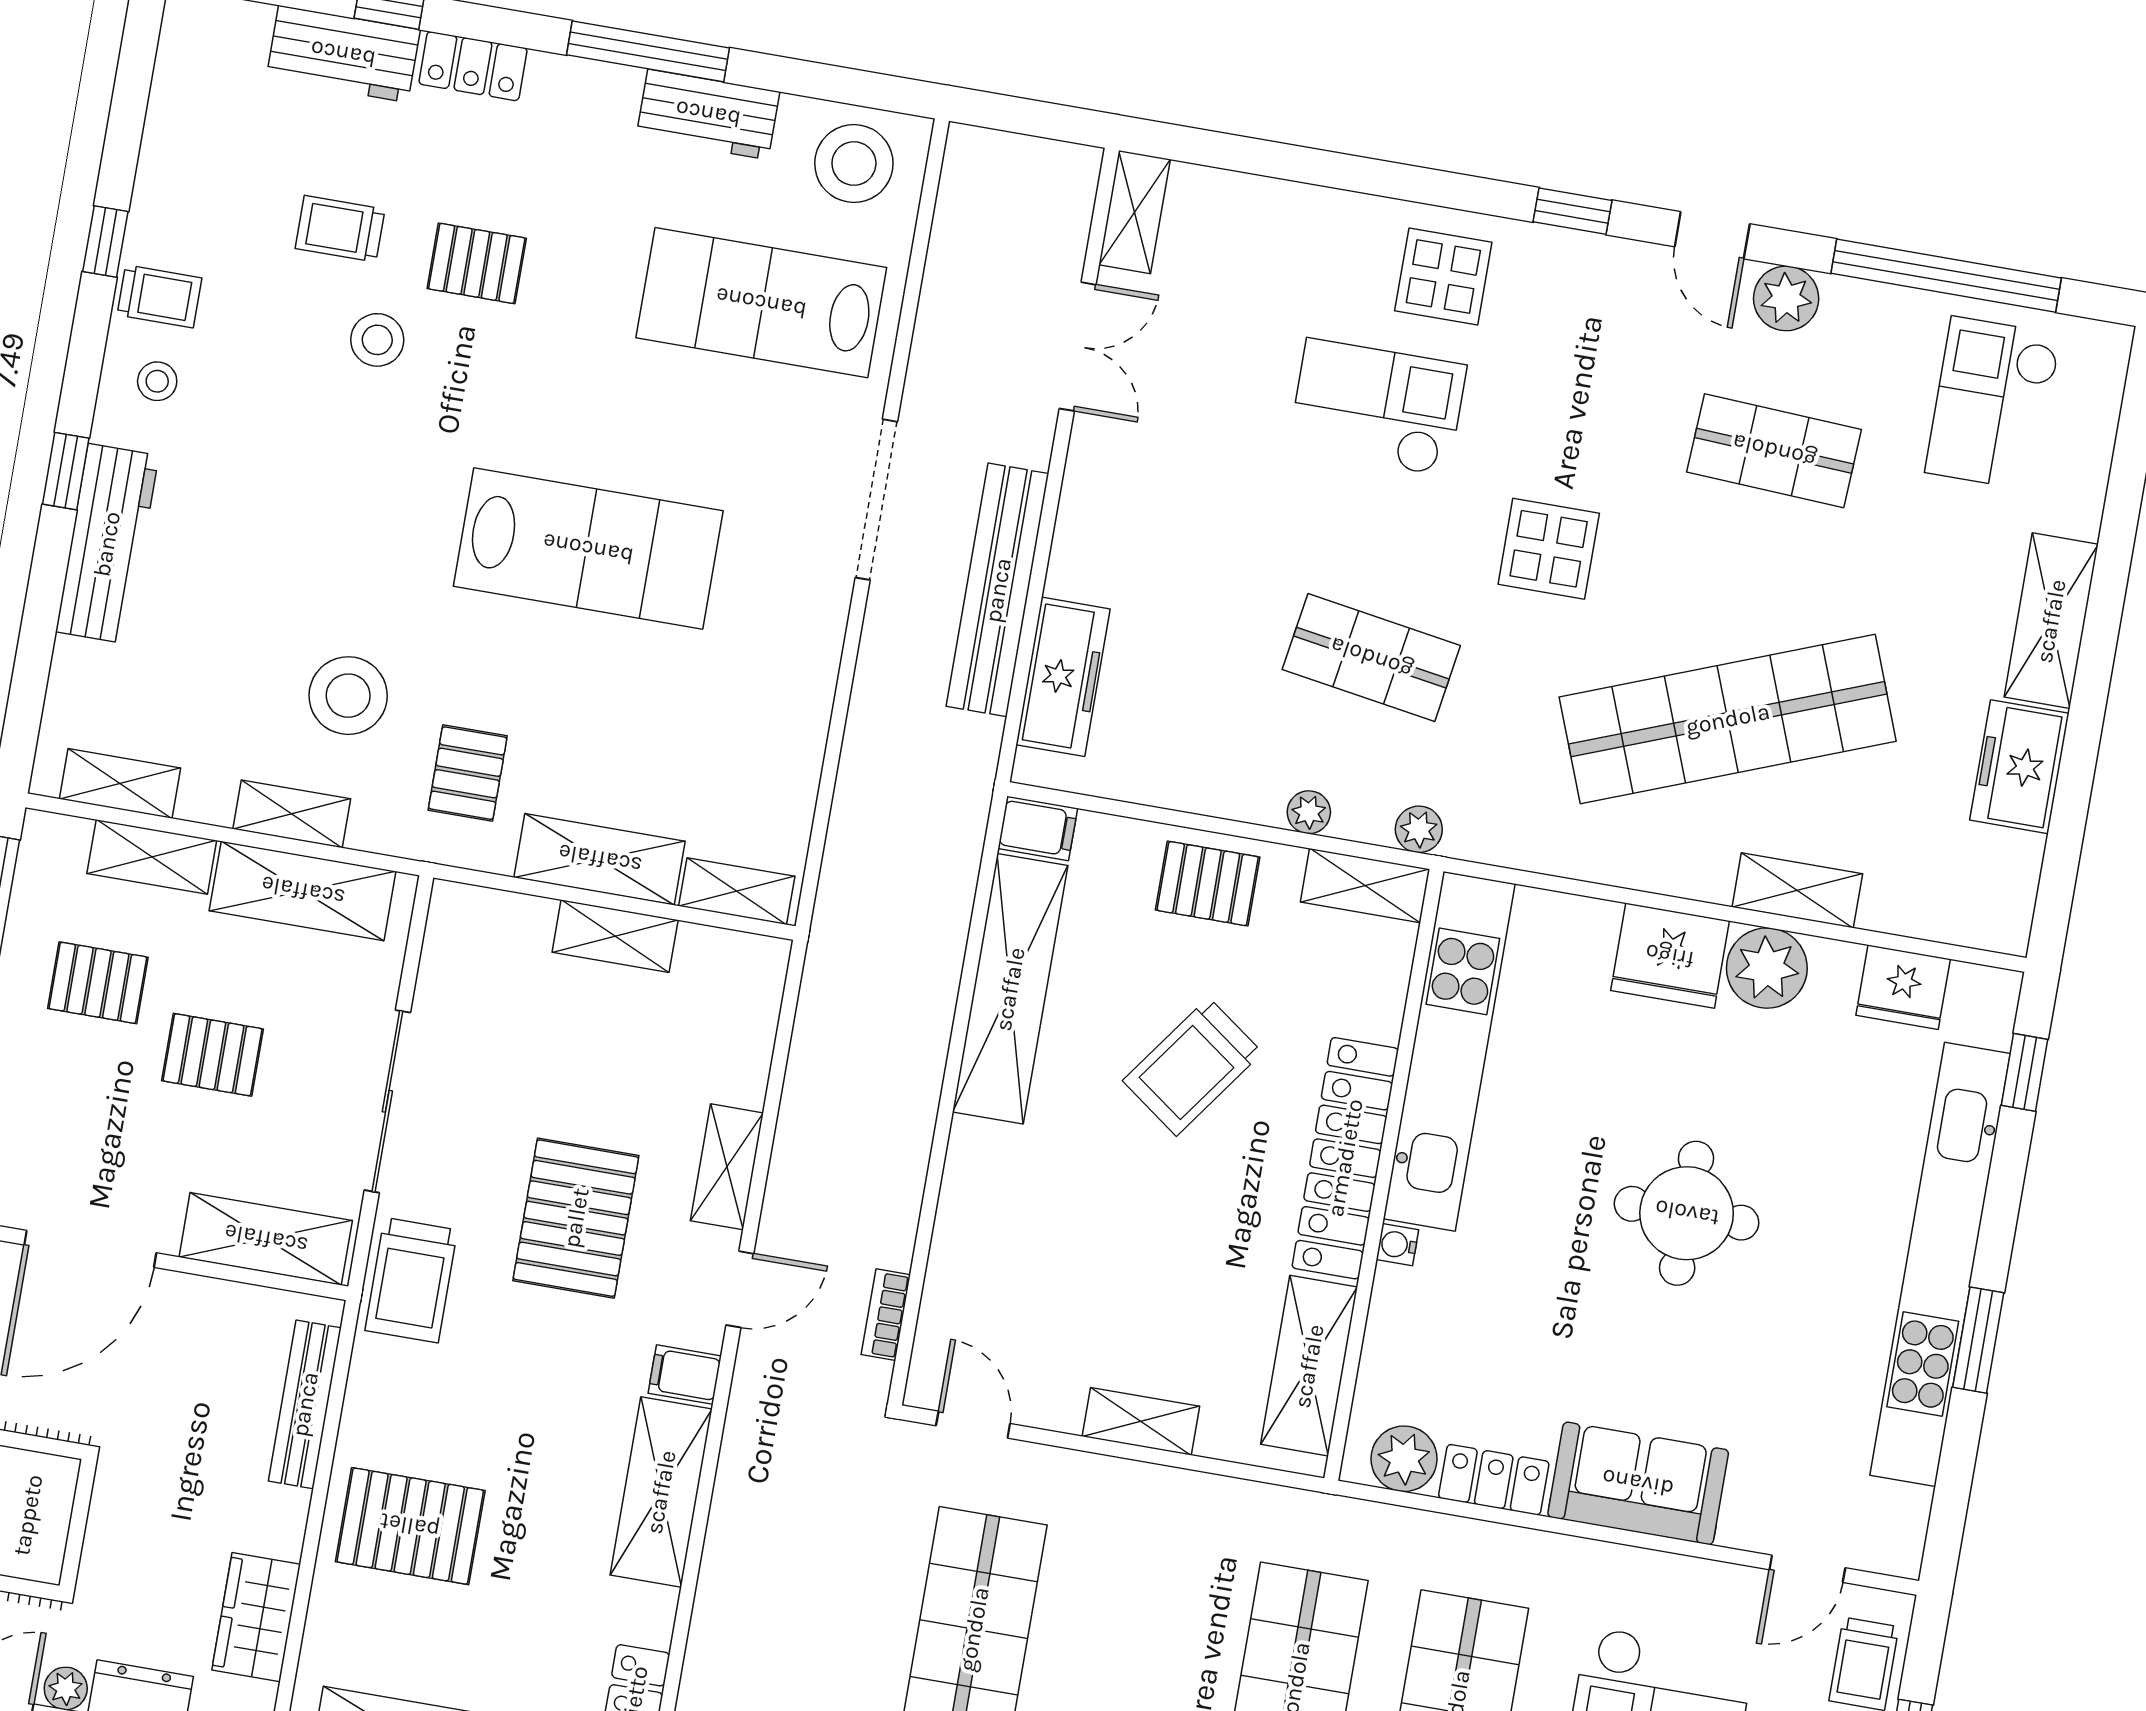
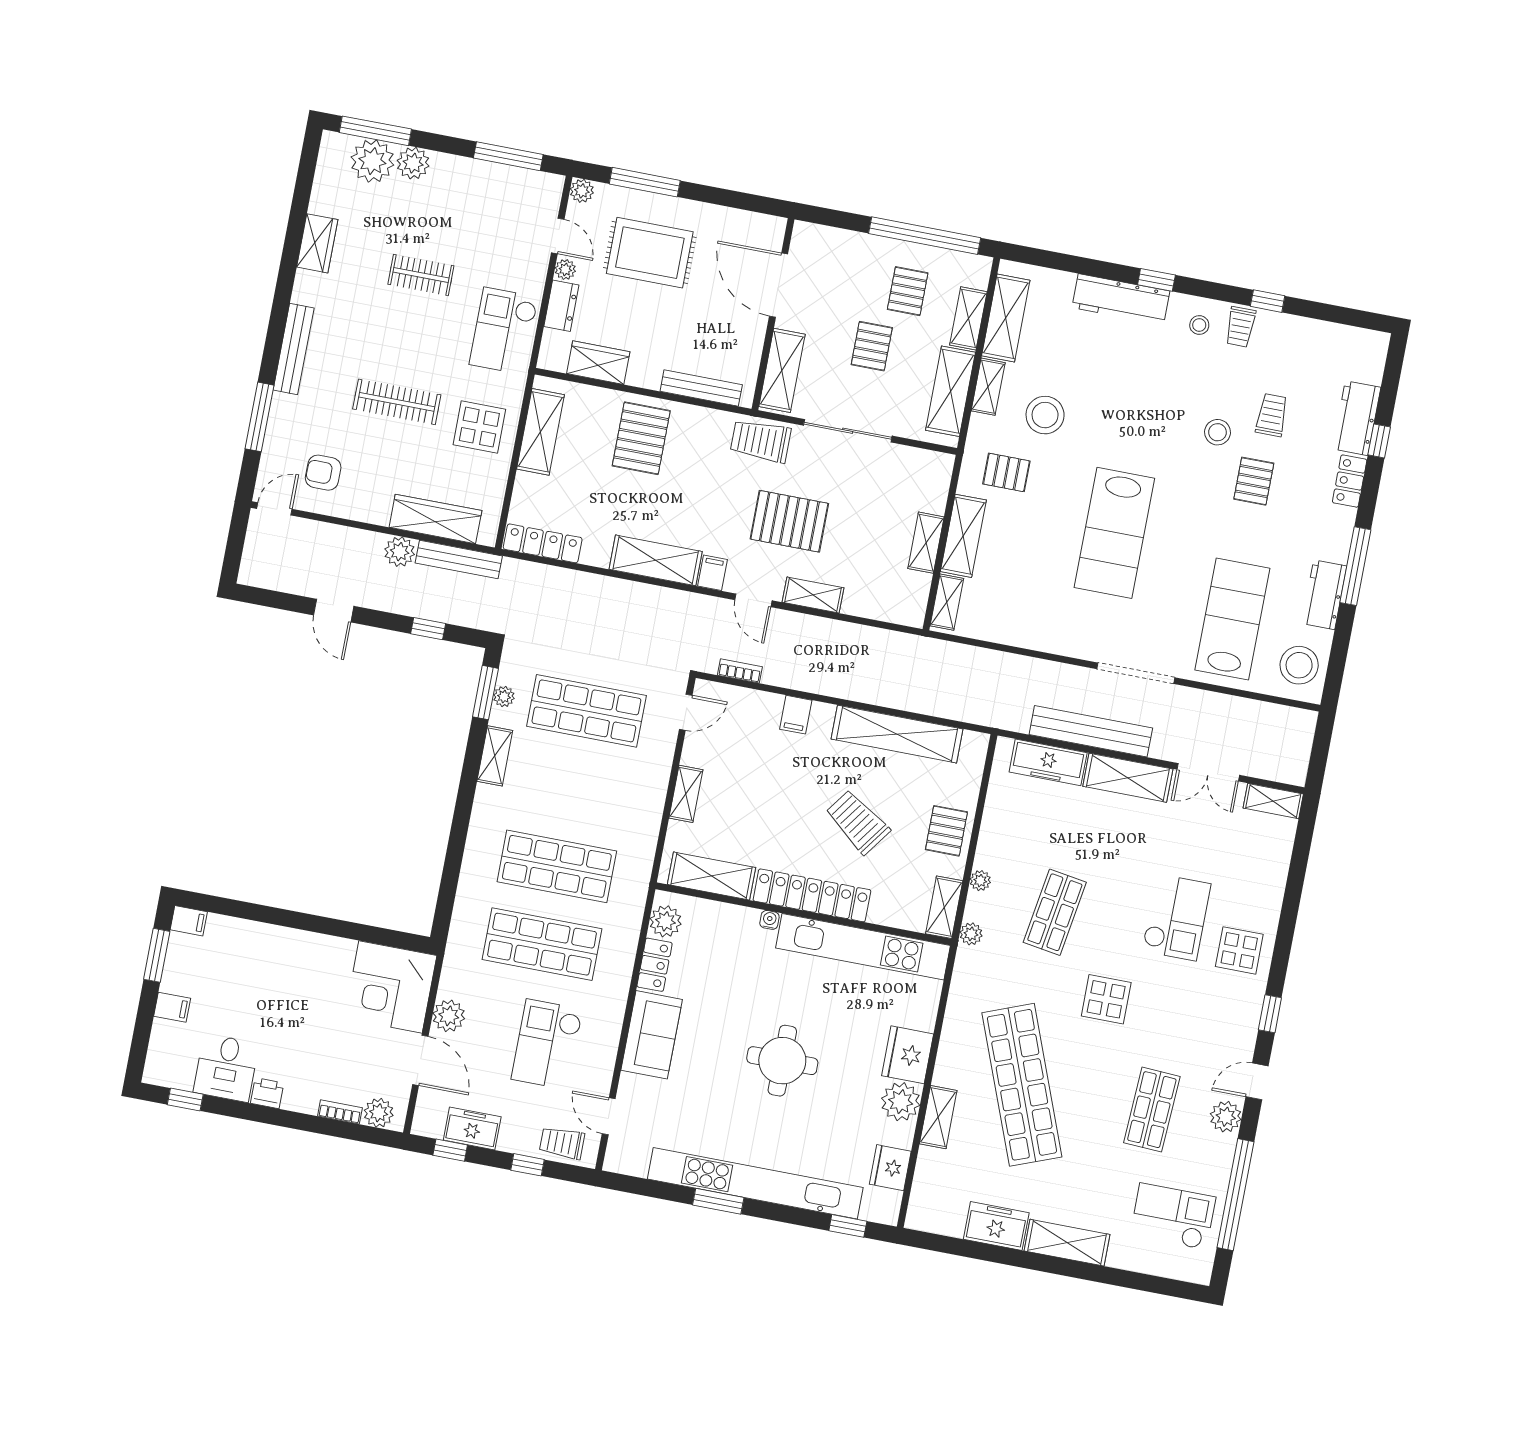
shelving: (1092, 512) -> (1128, 778), added
shelving: (120, 783) -> (1006, 318), width x1.50, depth x1.33
filing cabinet: (1038, 828) -> (796, 715), moved

